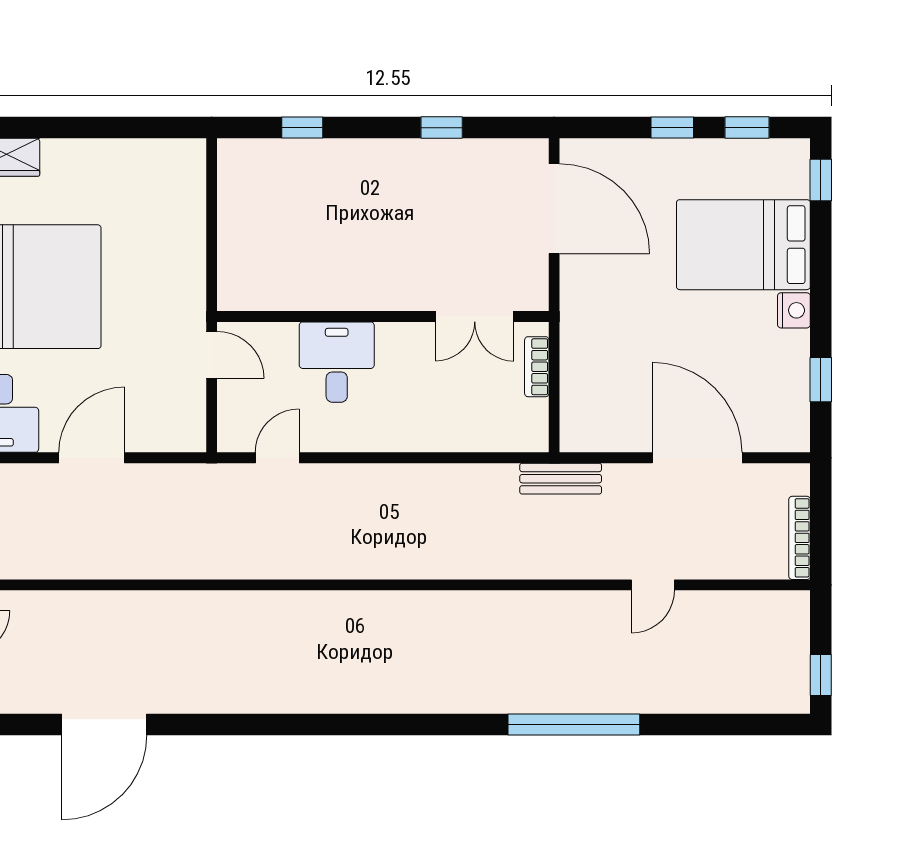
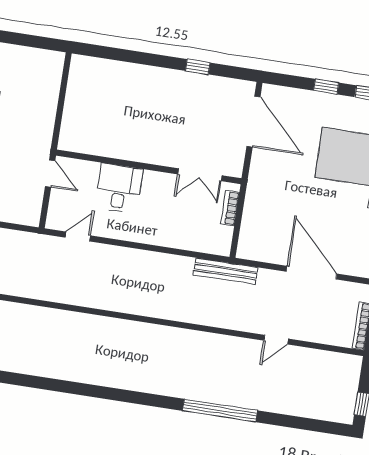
window: (302, 128) -> (120, 55), removed
bench: (561, 479) -> (226, 271), width x1.36

